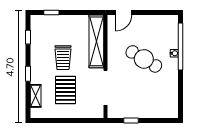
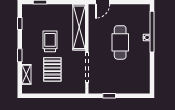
trolley: (63, 58) -> (50, 41), turned 180
cafe table: (144, 59) -> (120, 42), turned 59

